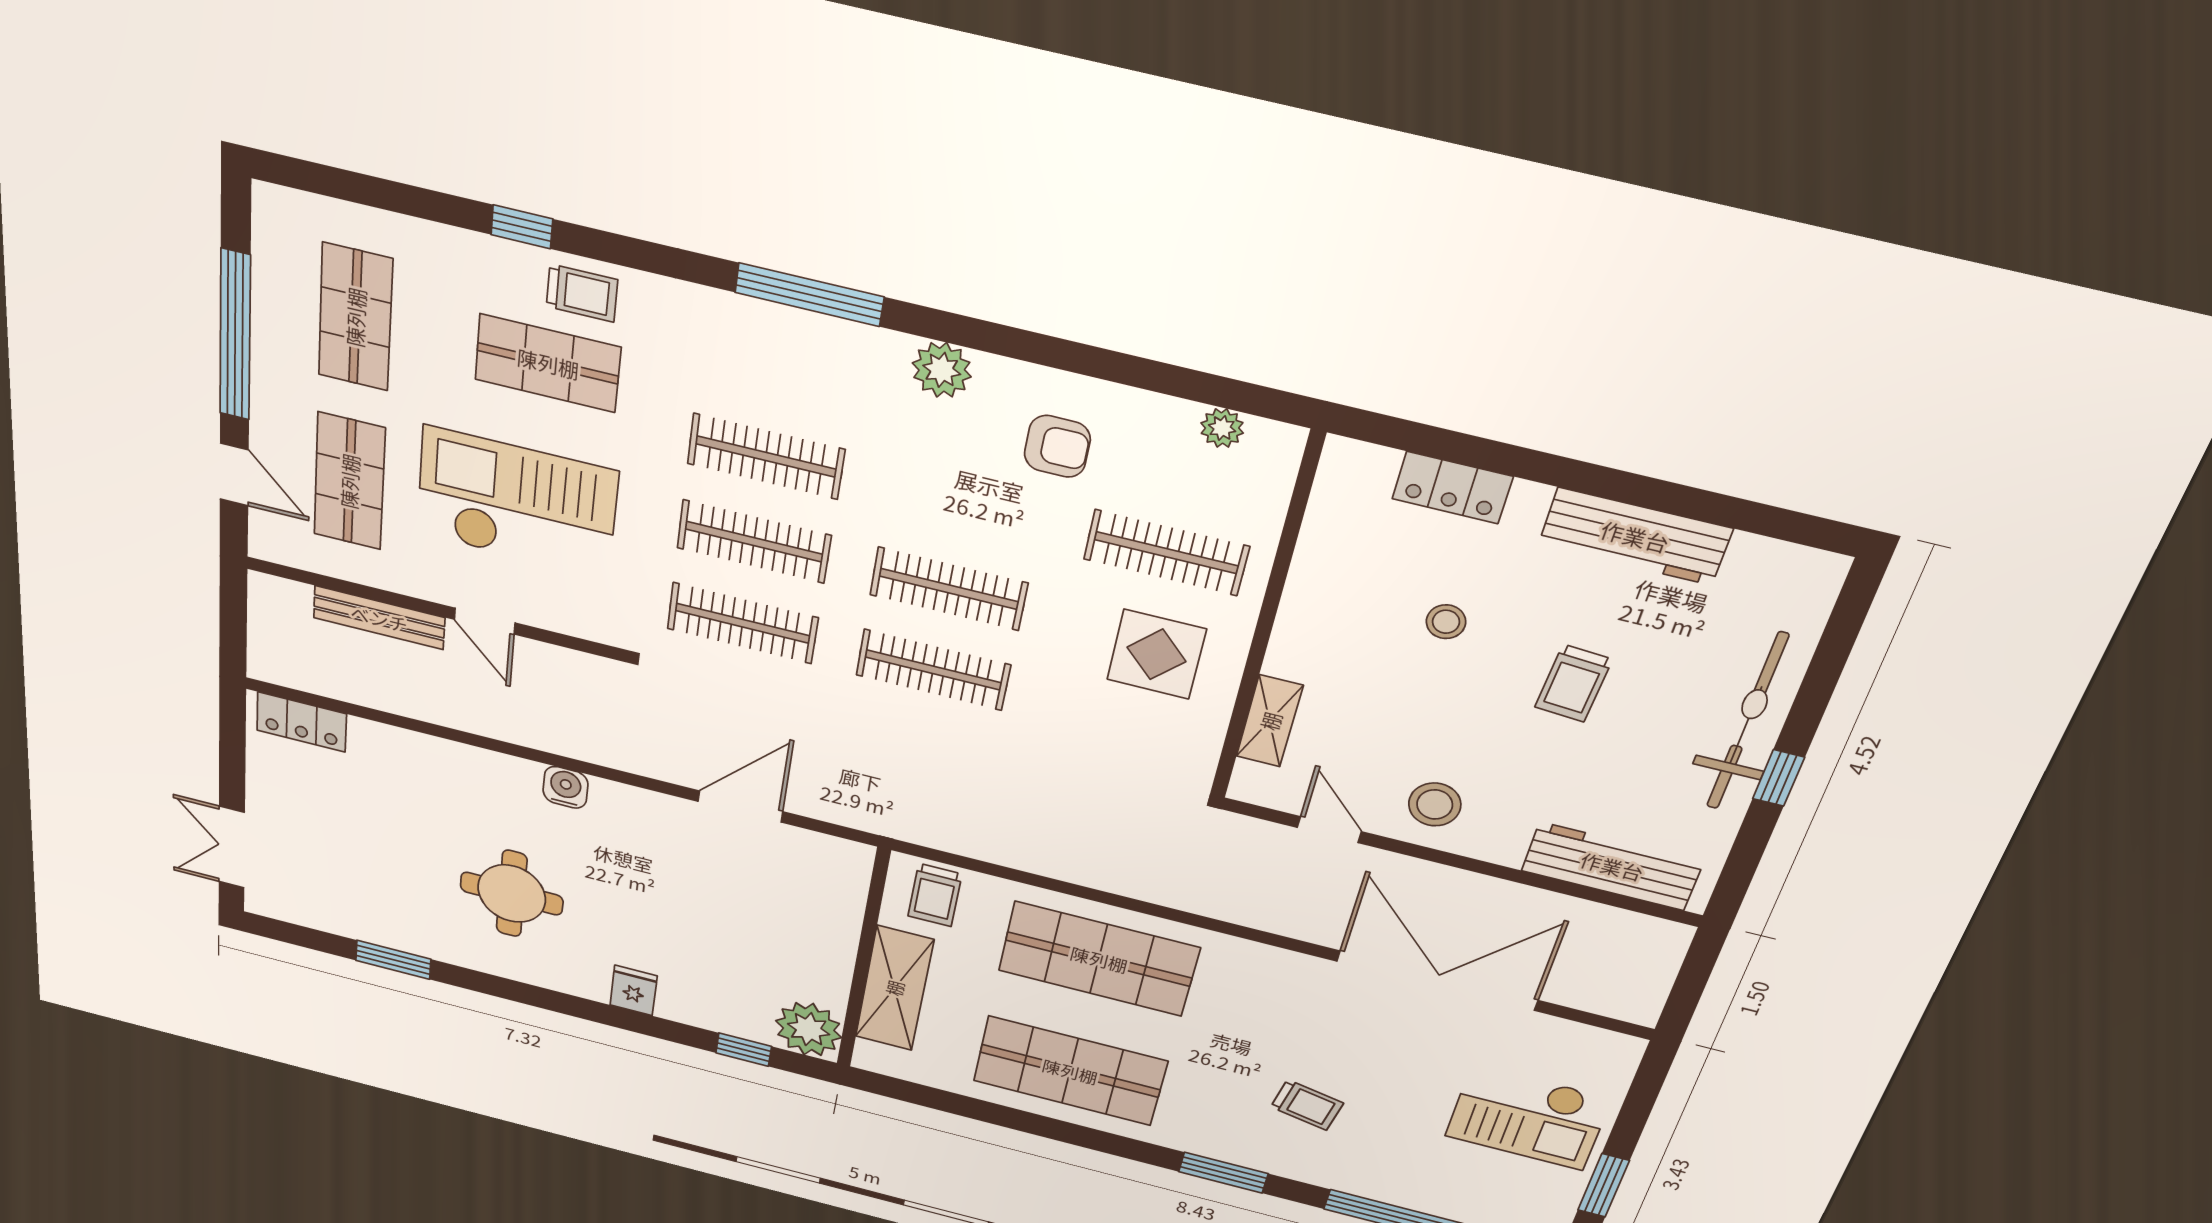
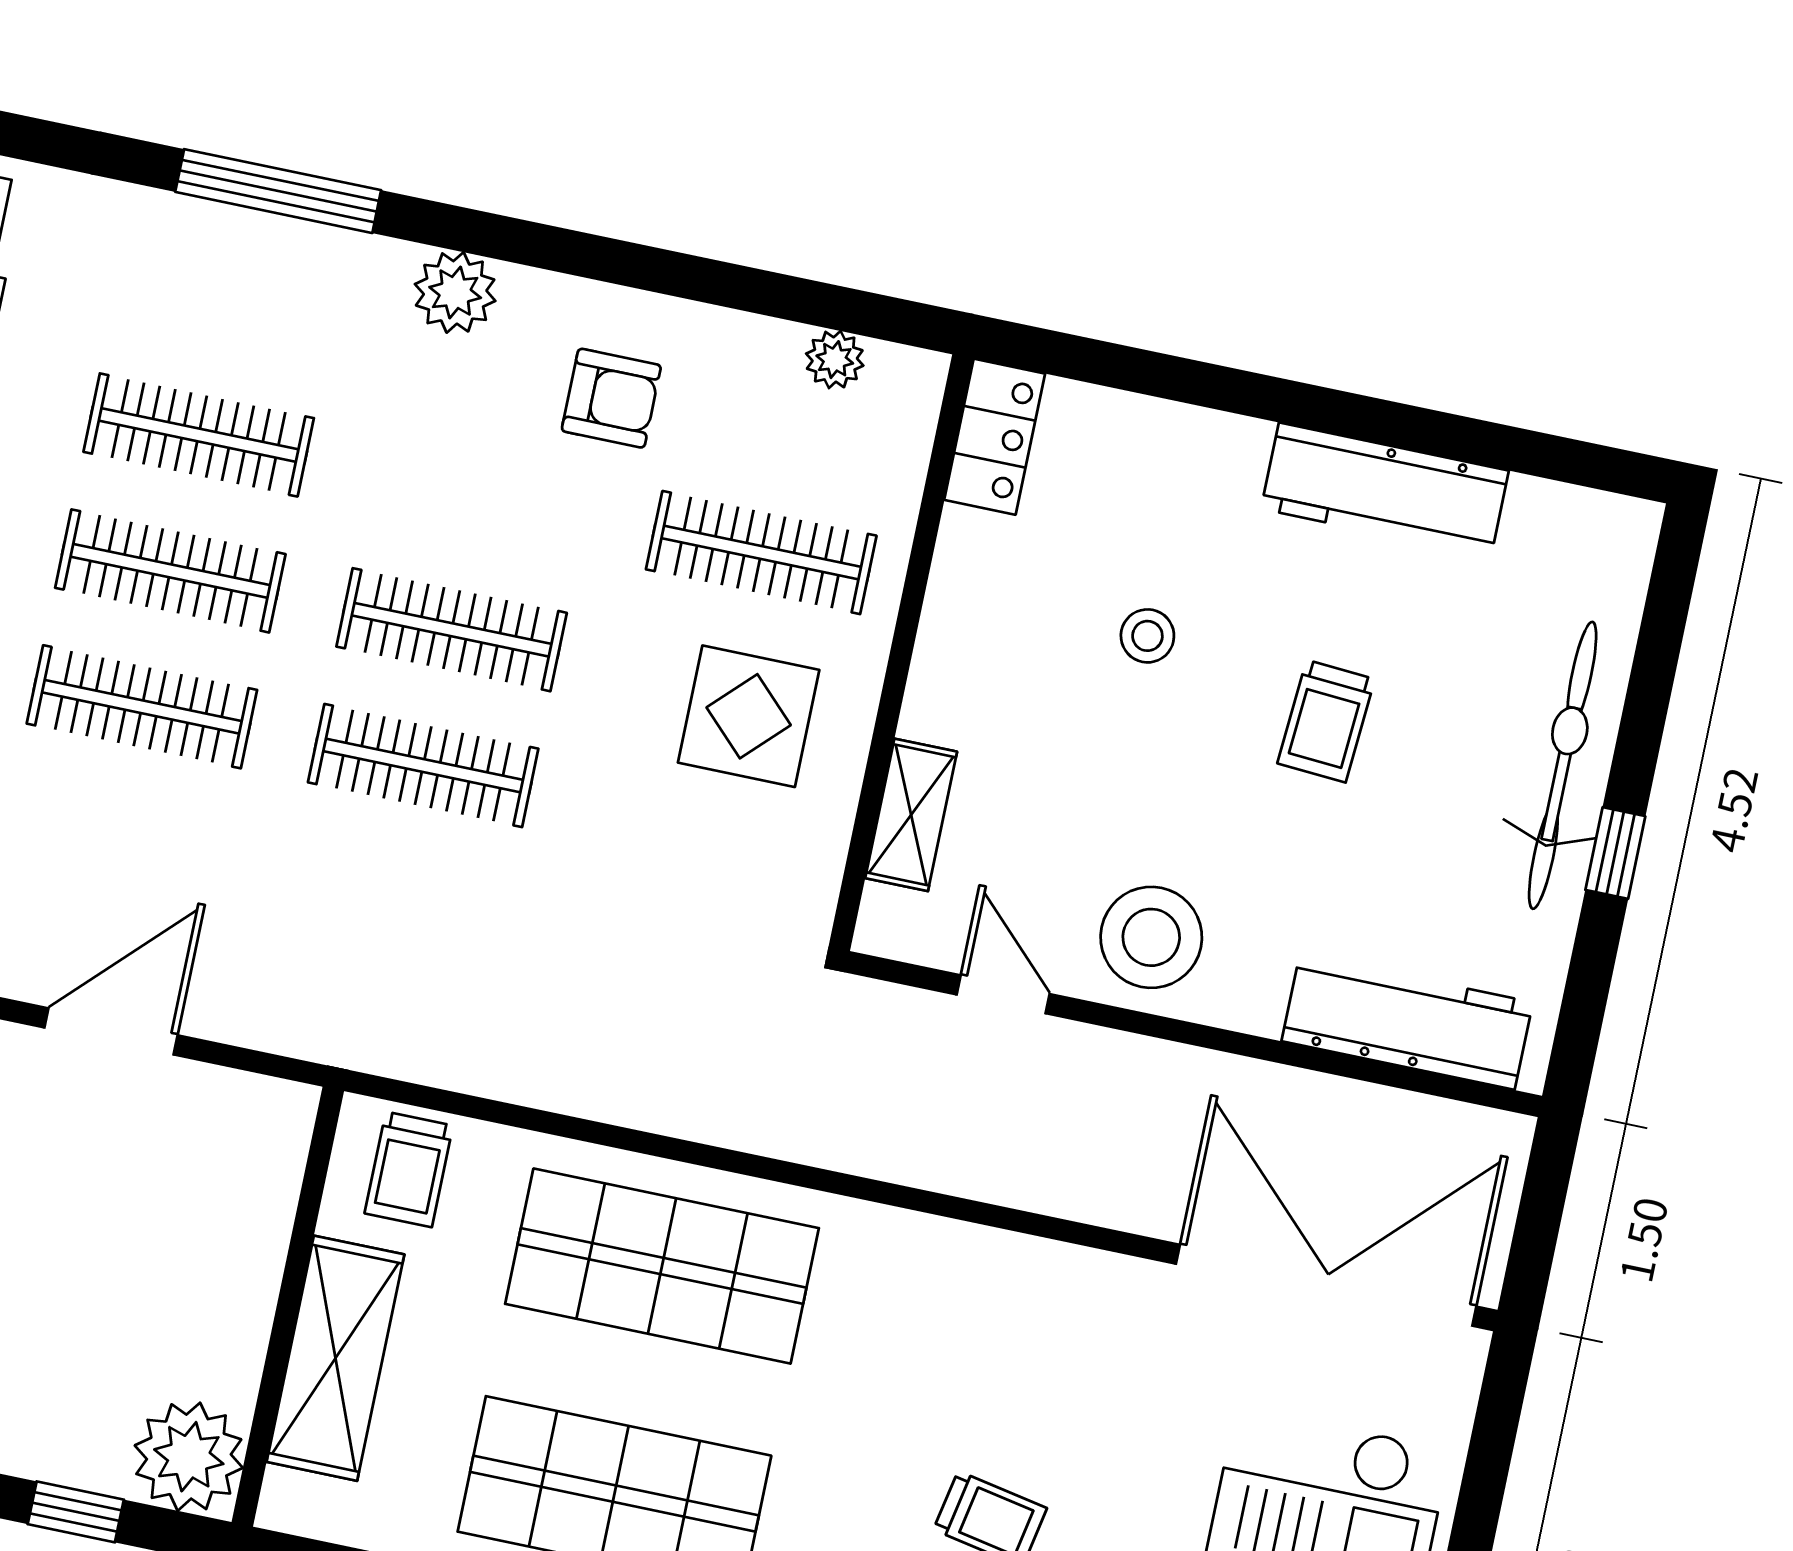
locker: (1452, 488) -> (995, 437), moved, turned -90
stool: (1435, 804) -> (1151, 937), width x1.38, depth x1.38
double door: (1437, 981) -> (1326, 1285), moved

